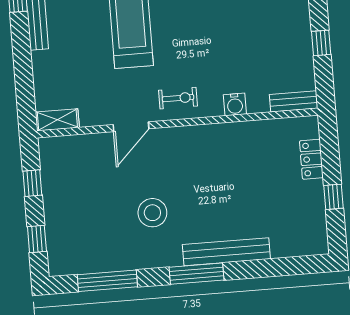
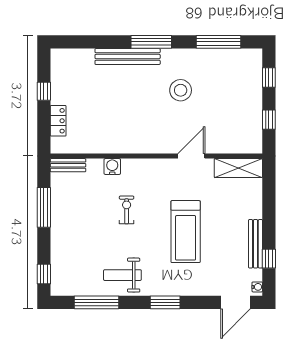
window: (321, 43) -> (44, 207), width x2.17
exercise bike: (178, 98) -> (127, 210), moved, turned 90
shelving: (57, 120) -> (238, 168), width x1.50, depth x1.33

